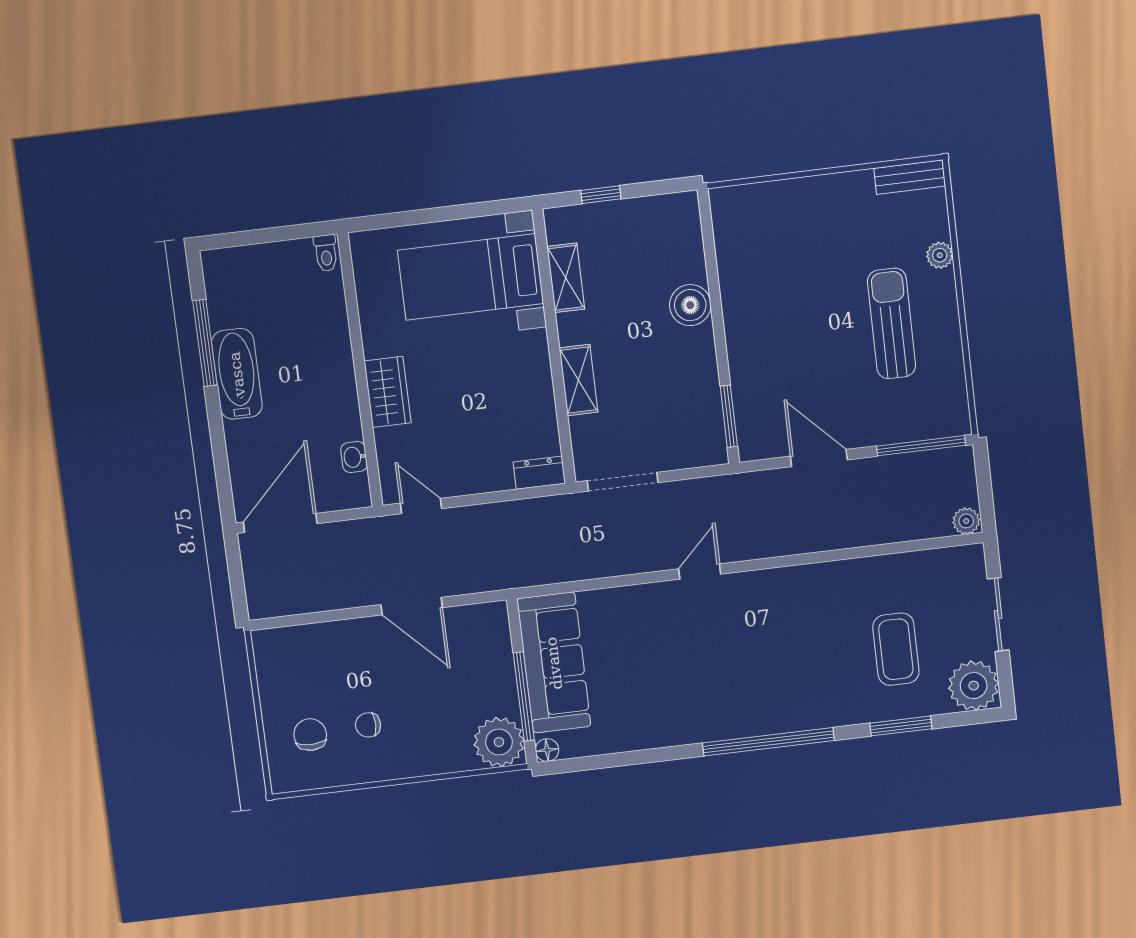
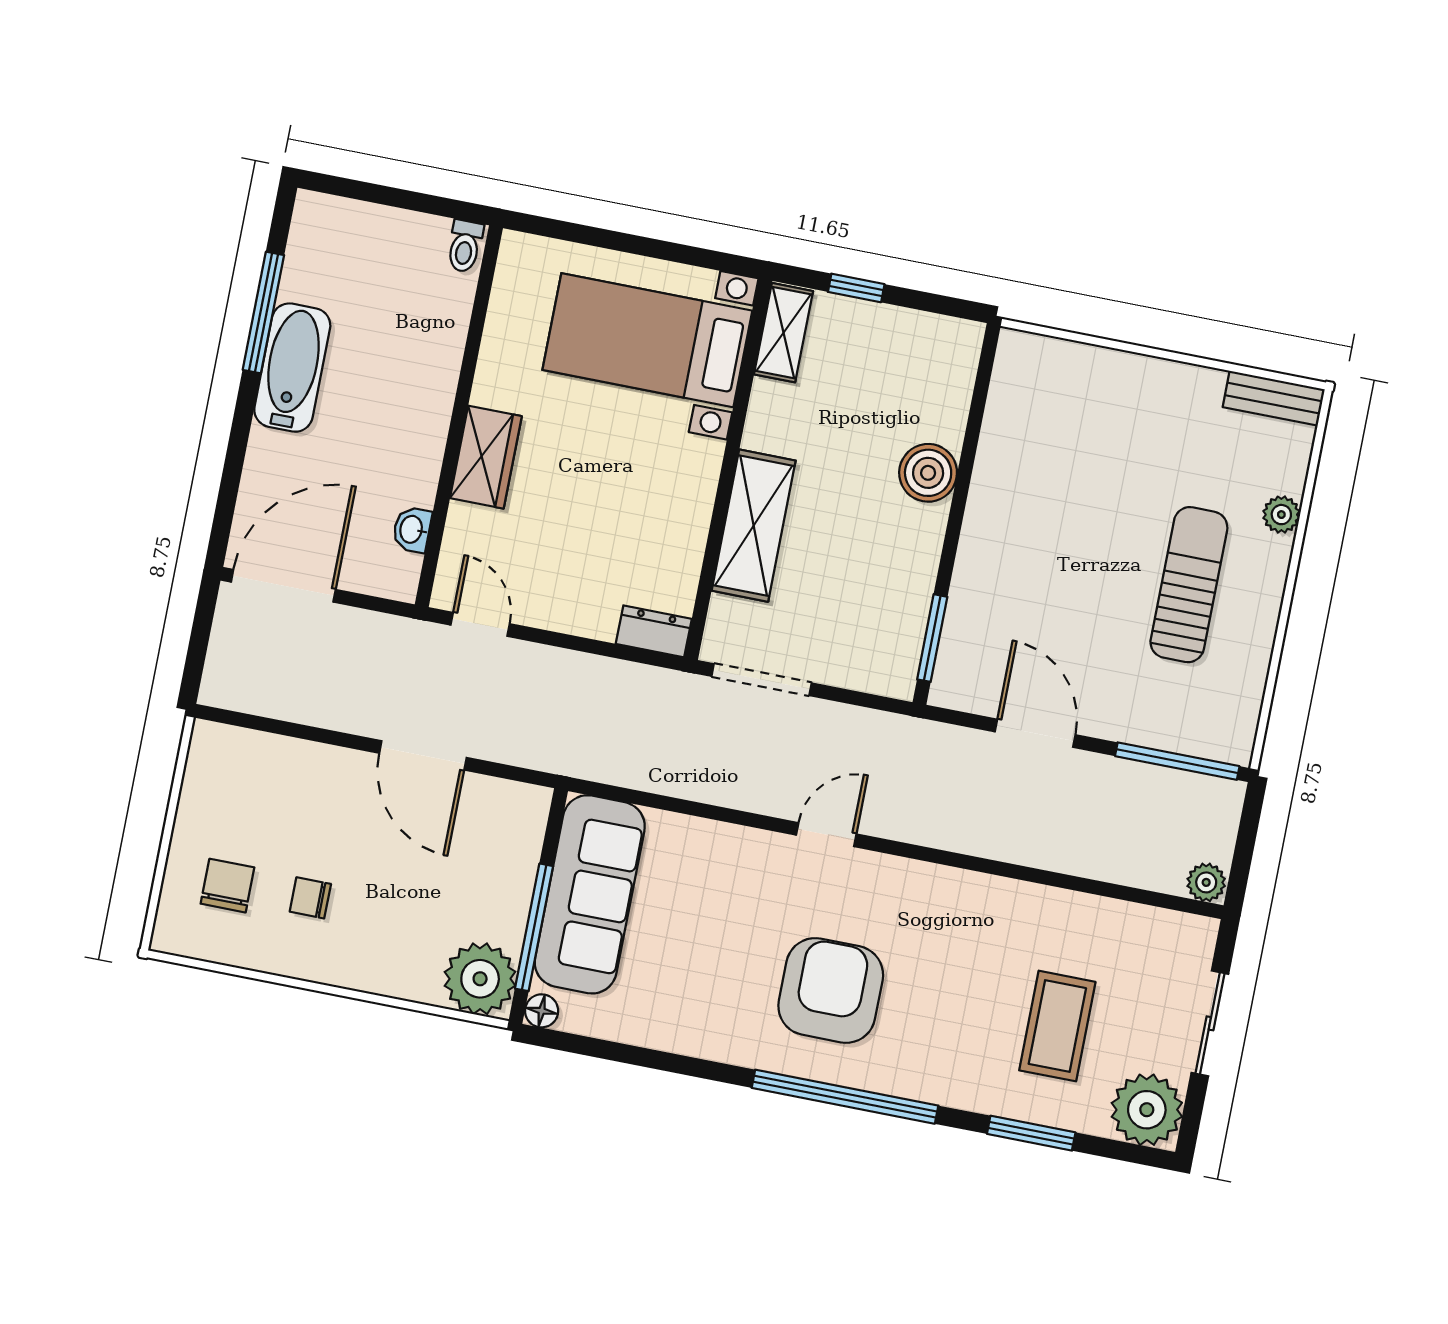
shelving: (566, 278) -> (784, 333), moved
shelving: (578, 380) -> (754, 526), width x1.50, depth x1.33
armchair: (736, 674) -> (831, 990), added

